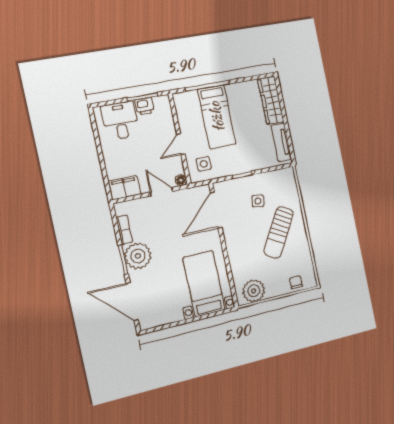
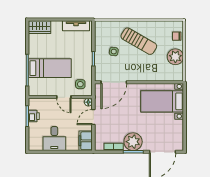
wardrobe: (271, 100) -> (39, 27), width x0.67
desk: (120, 121) -> (54, 139), moved, turned -90
door: (216, 210) -> (114, 82), hinge flipped
plant: (254, 291) -> (175, 57), moved

